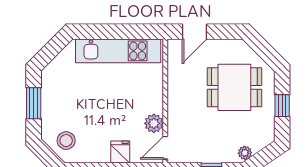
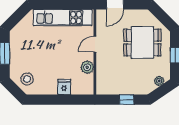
door: (165, 148) -> (95, 44), moved
plant: (245, 153) -> (159, 81), moved

